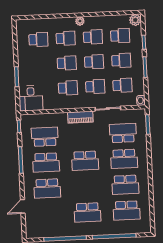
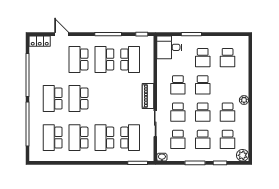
school desk: (66, 38) -> (203, 58), moved
school desk: (85, 161) -> (78, 99), moved
locker: (31, 228) -> (40, 41), added

